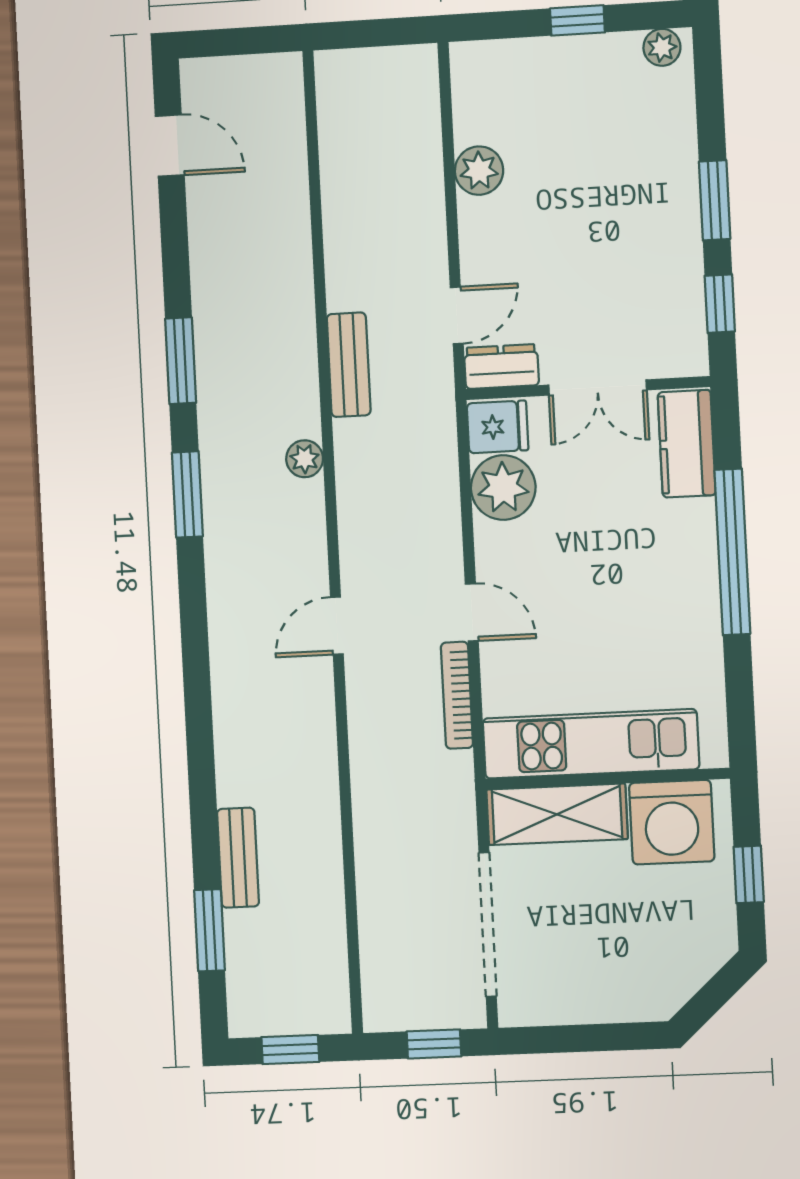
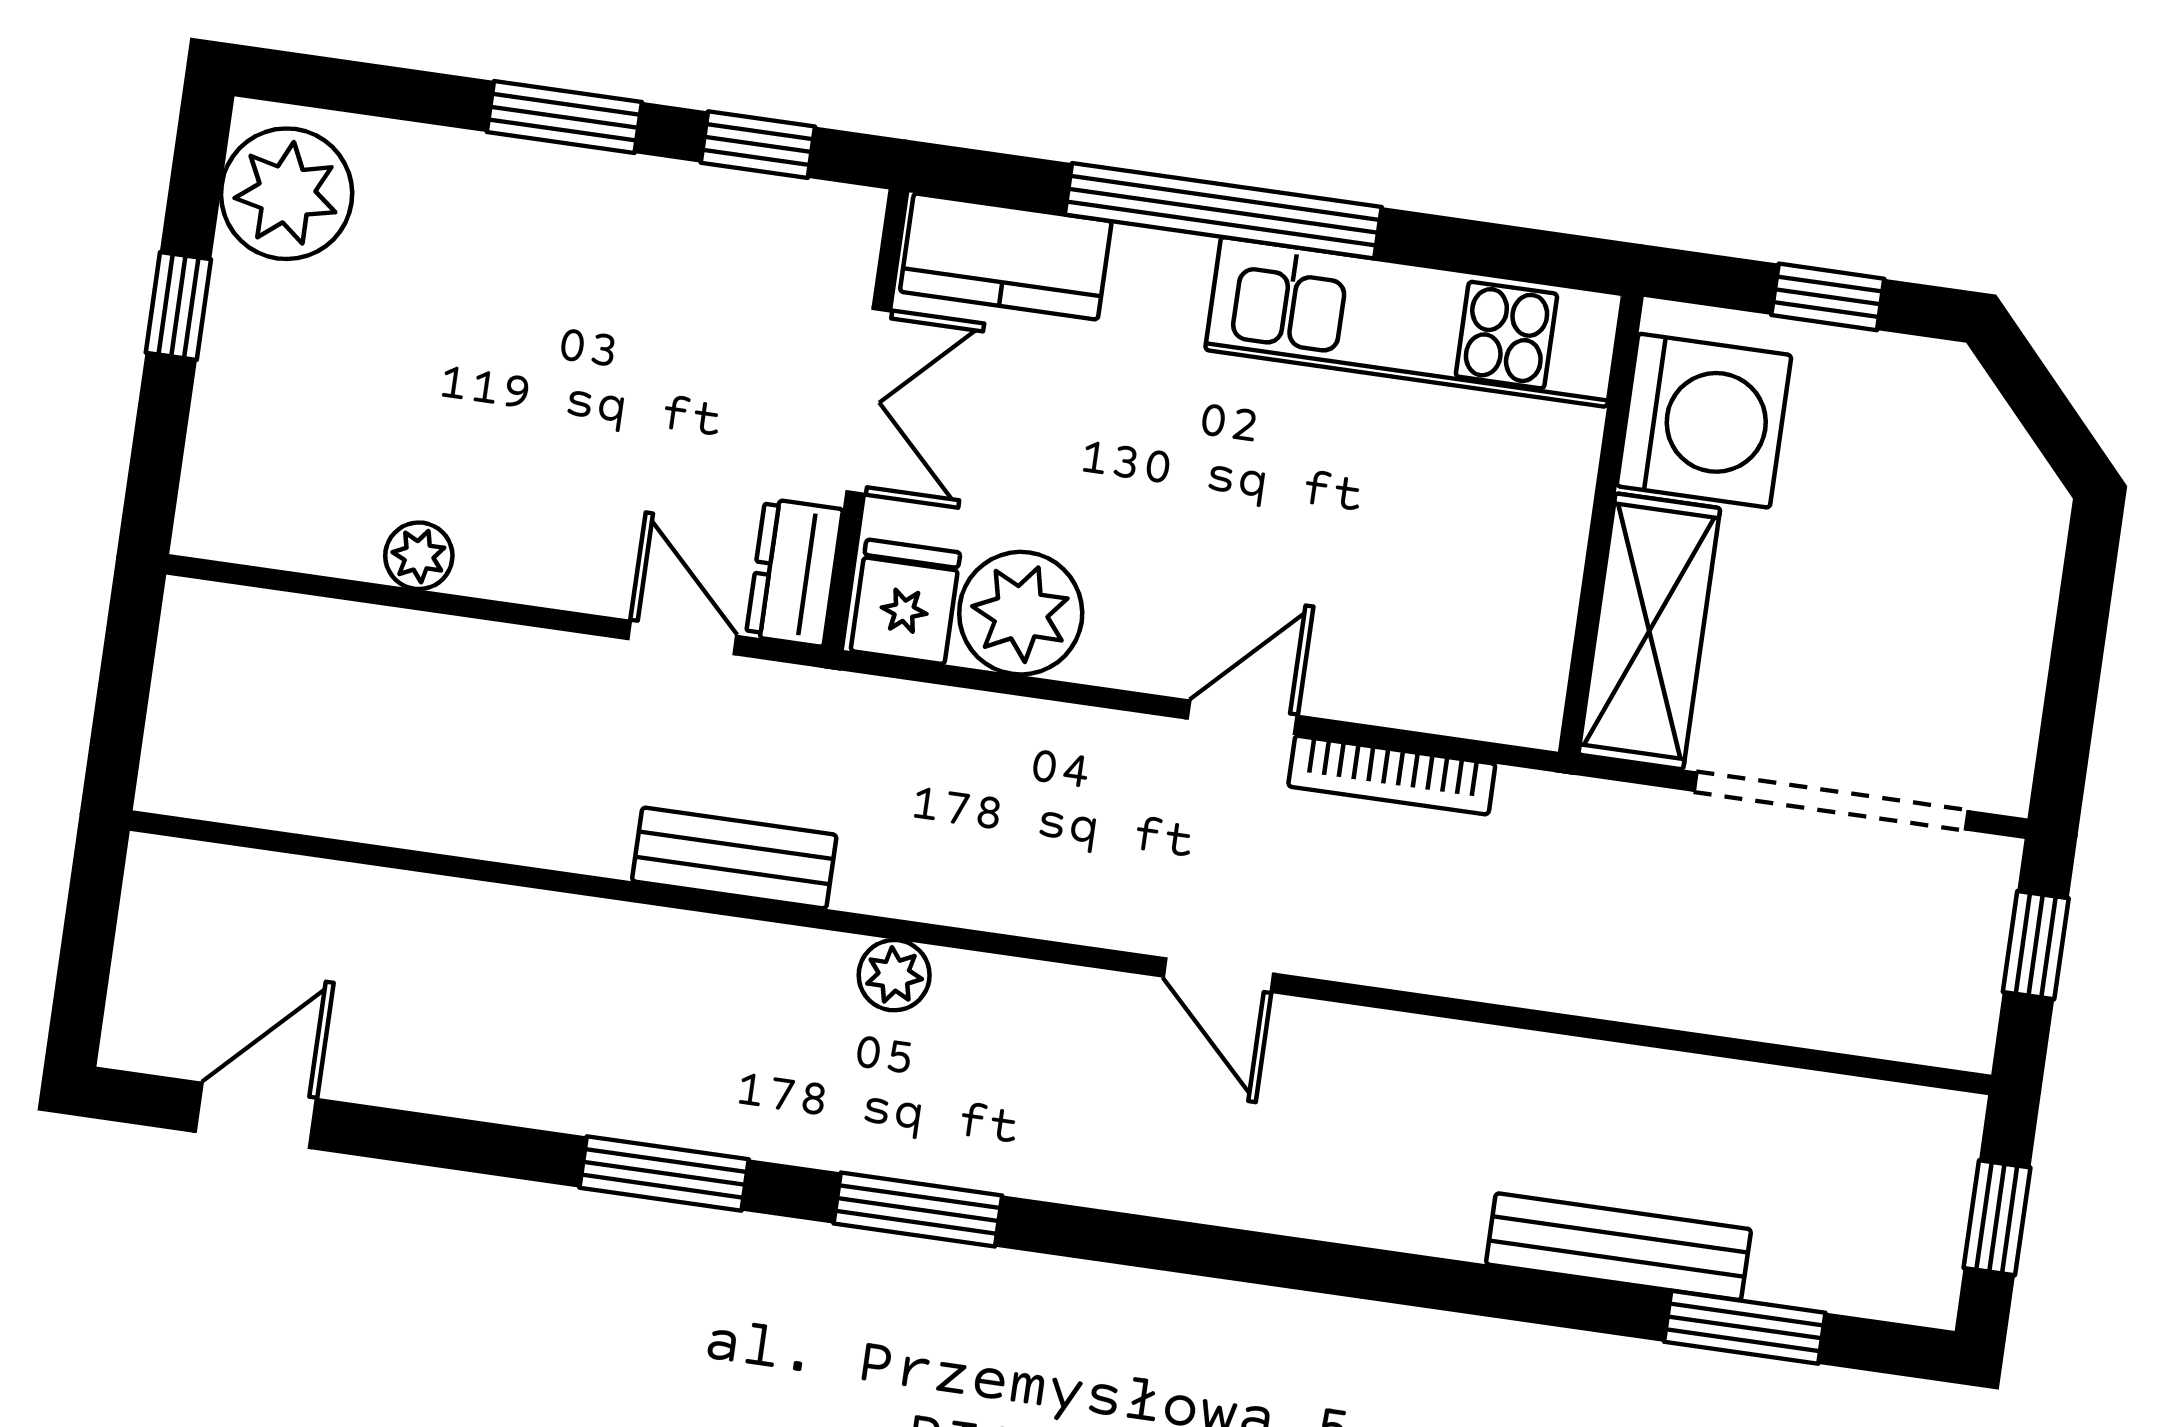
plant: (662, 47) -> (287, 194), width x1.88, depth x1.88
plant: (479, 171) -> (419, 556), width x0.73, depth x0.73
kitchen unit: (591, 744) -> (1414, 322), moved, turned -90
bench: (238, 858) -> (1618, 1247), width x1.36

